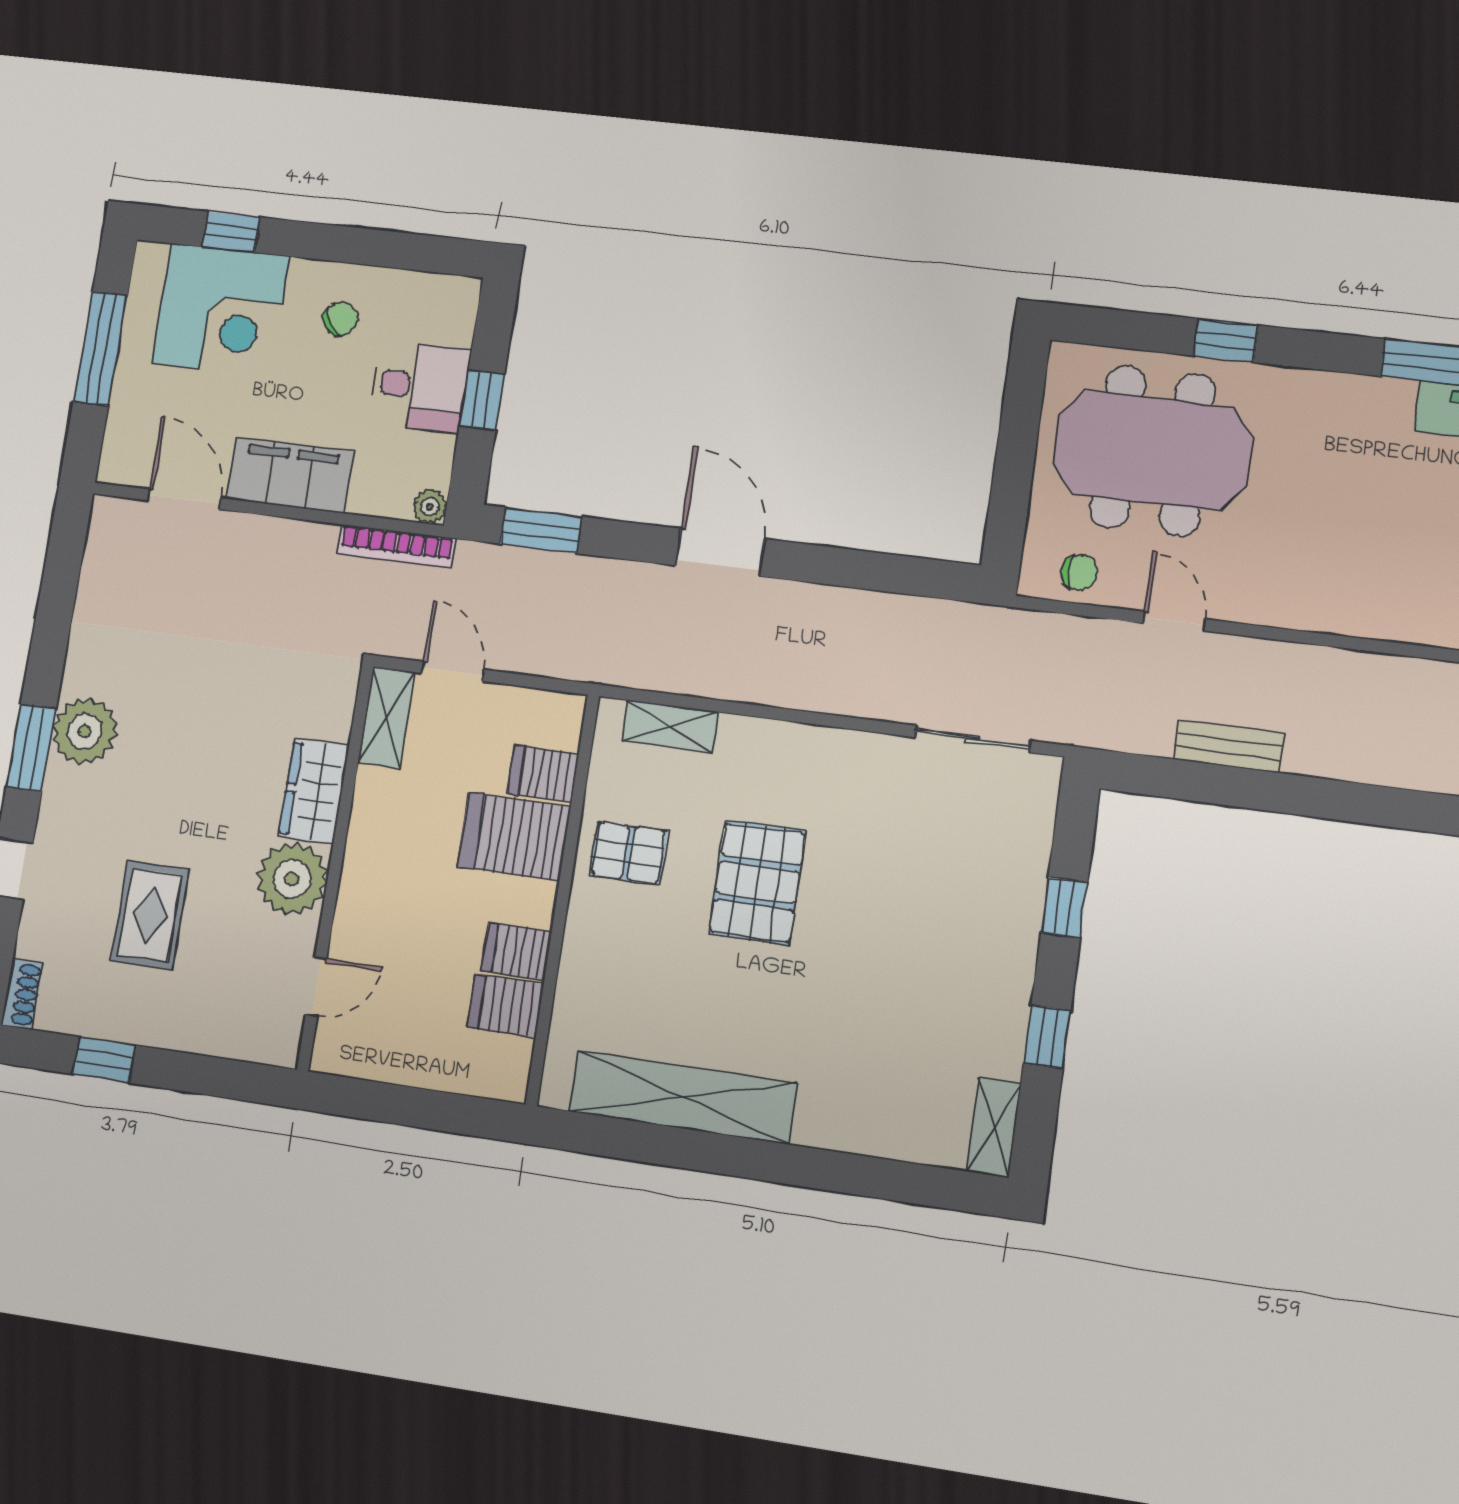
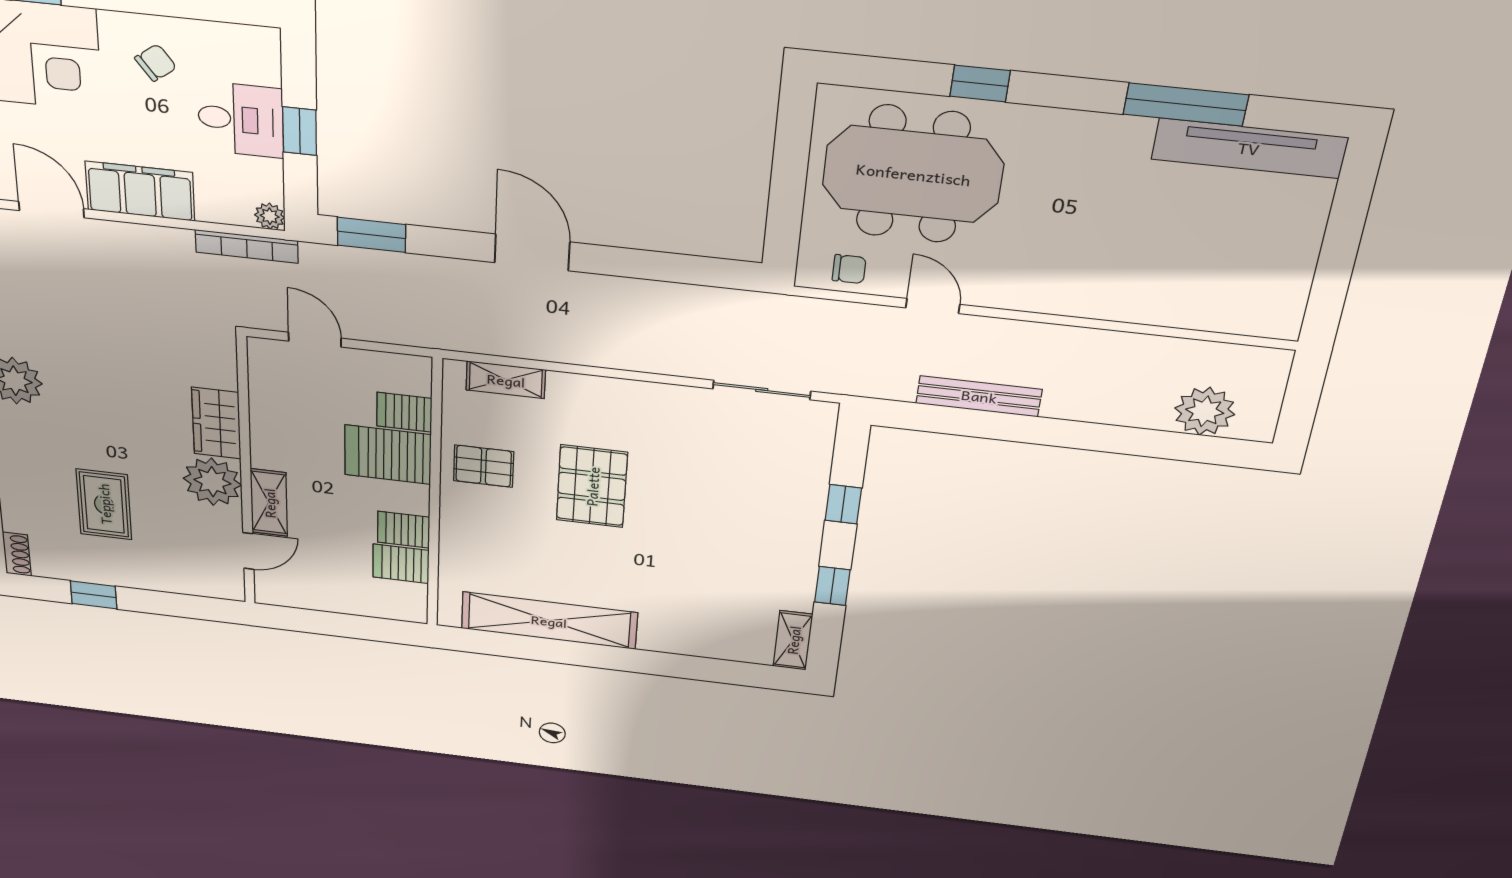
shelving: (387, 718) -> (269, 503), moved
bench: (1229, 746) -> (979, 396), width x1.36

